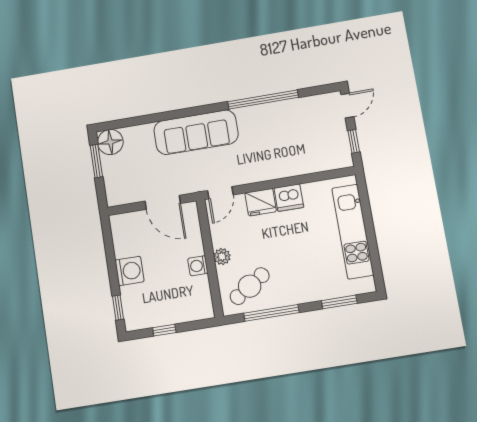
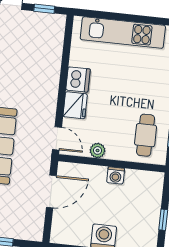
plant: (222, 257) -> (98, 150), moved
cafe table: (250, 286) -> (146, 135), turned 33

